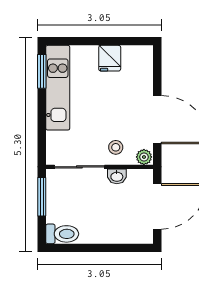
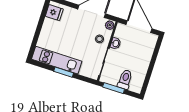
fridge: (110, 58) -> (54, 13), moved
window: (42, 71) -> (64, 72), moved
toilet: (62, 234) -> (125, 79), moved

